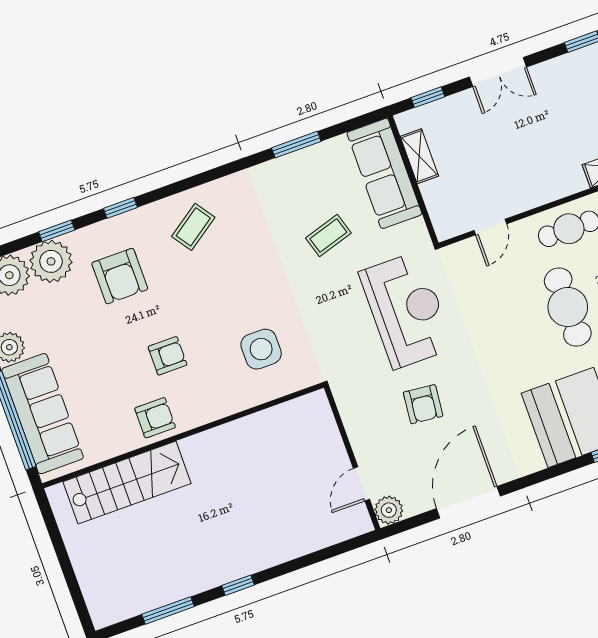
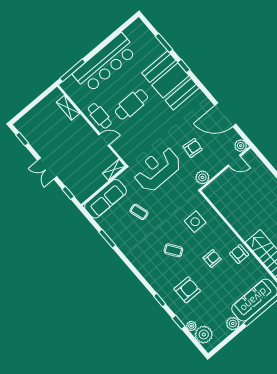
double door: (498, 72) -> (47, 168), swing flipped
shelving: (419, 156) -> (114, 170), moved
coffee table: (193, 227) -> (173, 250), moved
door: (490, 227) -> (104, 140), moved
plant: (51, 261) -> (191, 326), width x0.53, depth x0.53
armchair: (167, 356) -> (212, 258), turned 90
plant: (351, 401) -> (202, 177), added

